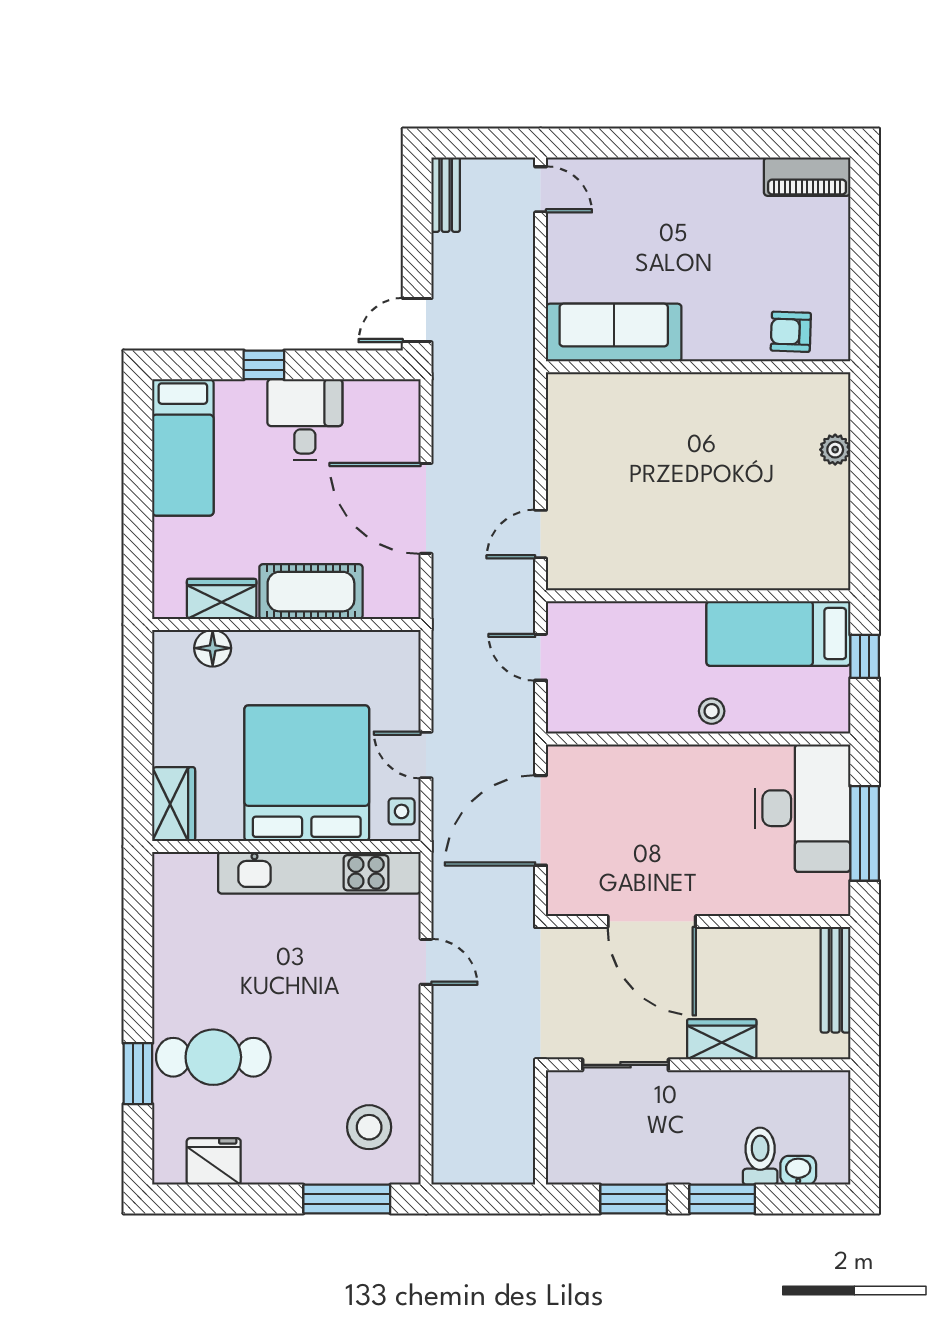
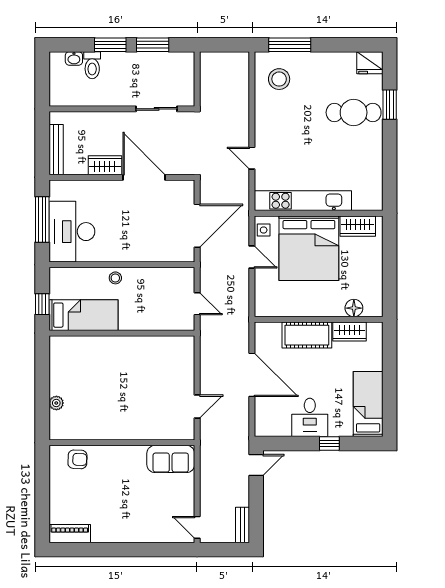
sofa: (614, 333) -> (171, 459), width x0.73
door: (541, 534) -> (197, 407), moved
wardrobe: (174, 804) -> (358, 226), moved, turned -90
wardrobe: (722, 1039) -> (105, 165), moved, turned 180
fridge: (214, 1161) -> (370, 63), moved

